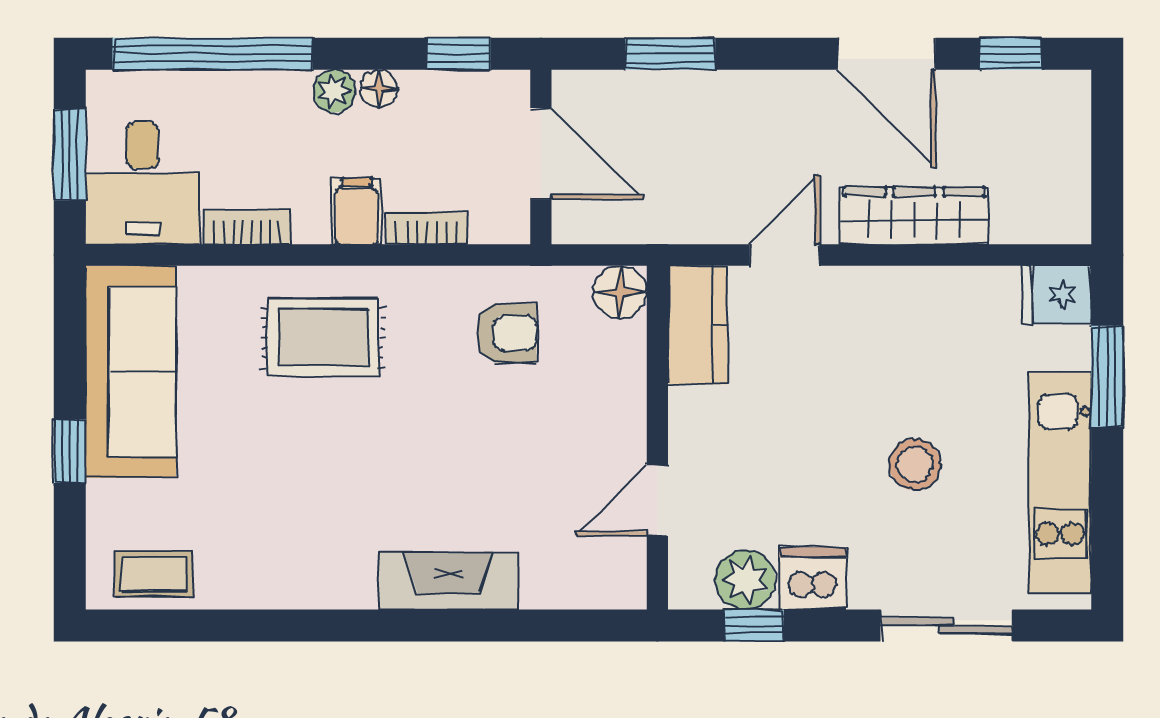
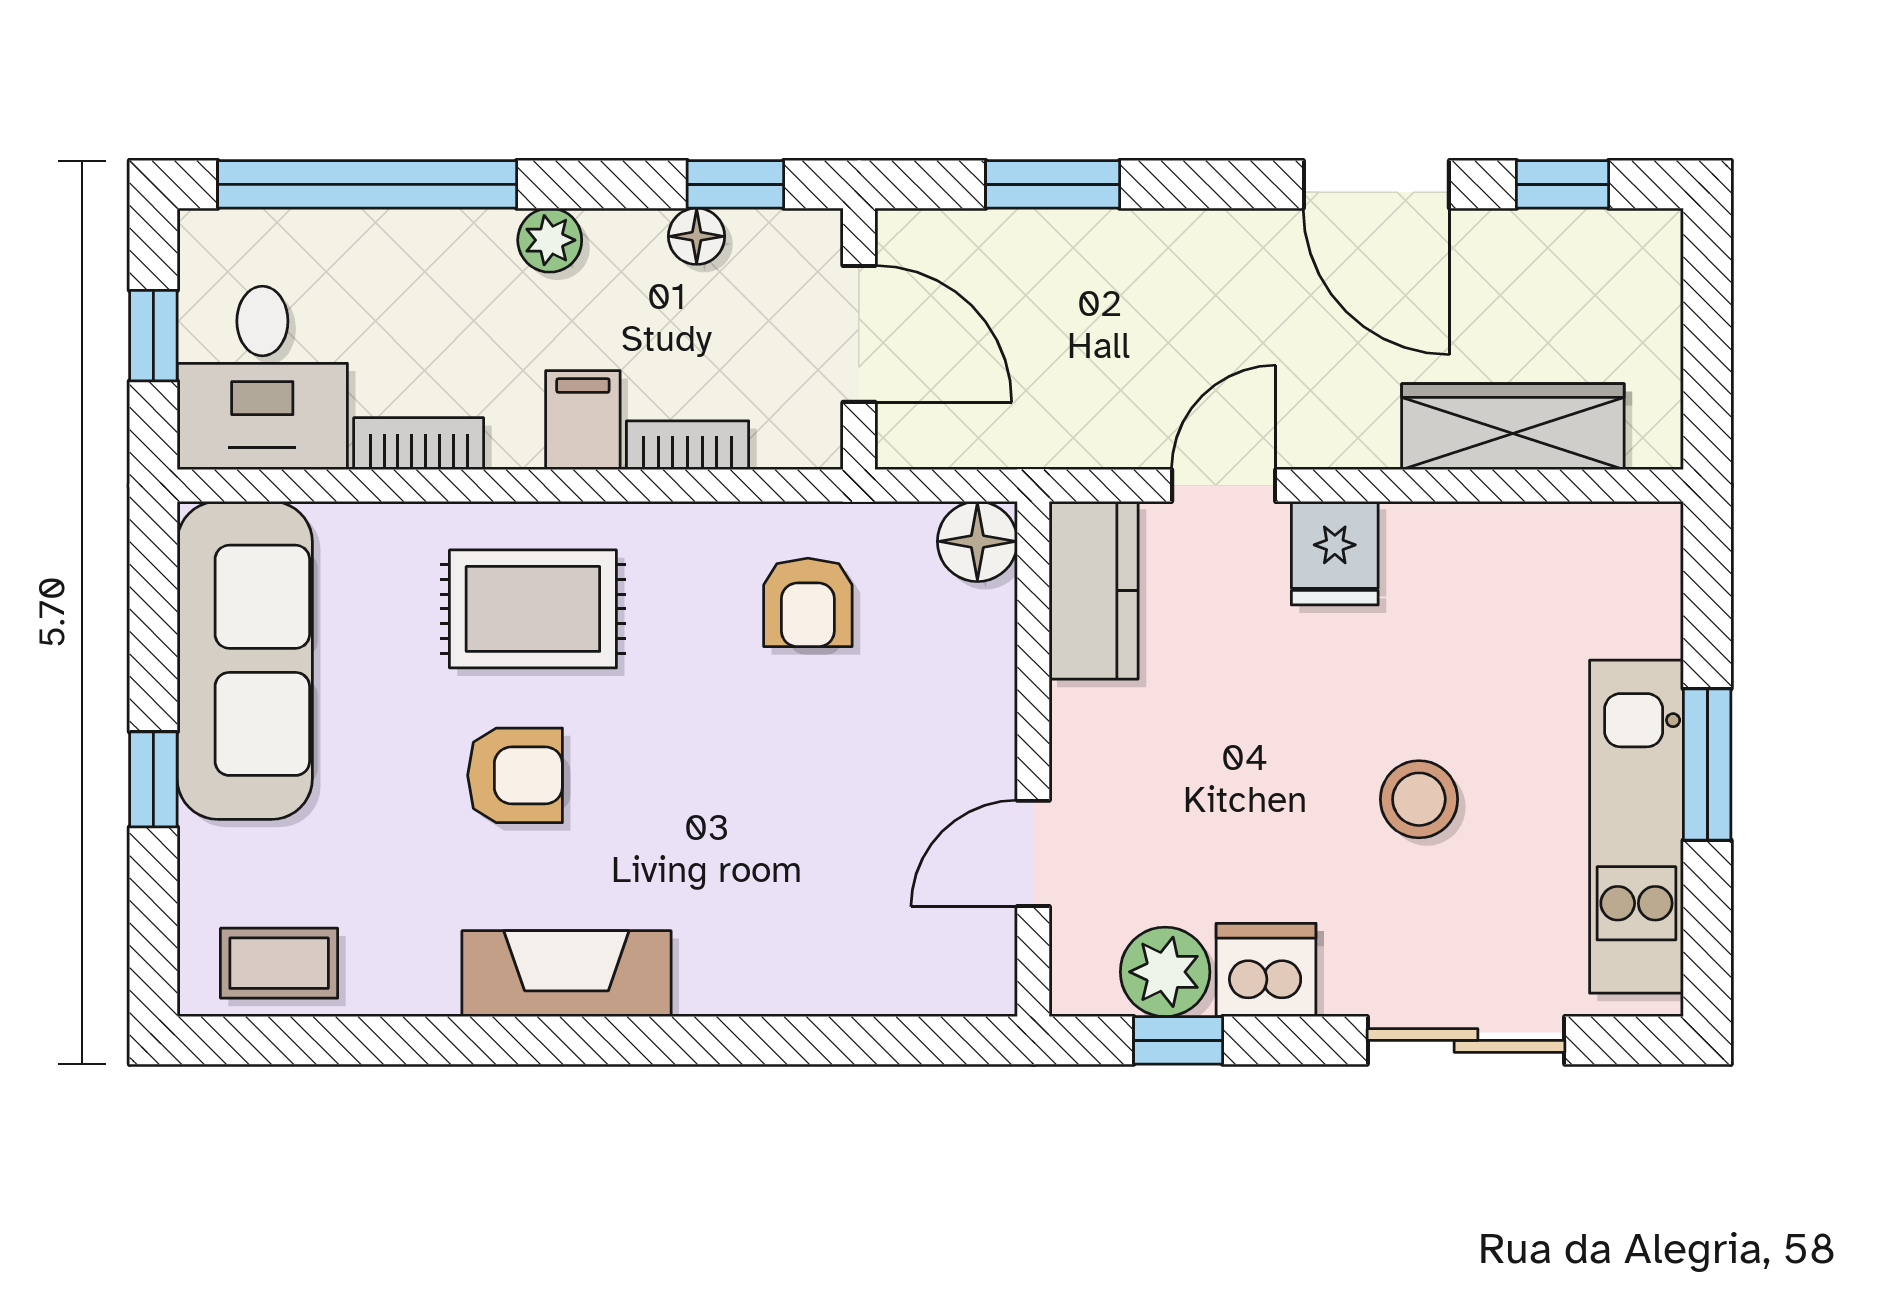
floor lamp: (379, 89) -> (697, 236), moved
window: (70, 155) -> (153, 336), width x0.67
wardrobe: (914, 216) -> (1513, 427), moved
fridge: (1057, 295) -> (1335, 553), moved, turned -90
armchair: (507, 333) -> (808, 602), turned 90
window: (1107, 376) -> (1707, 764), moved
armchair: (311, 449) -> (515, 775), added
fireplace: (448, 581) -> (566, 974), moved

